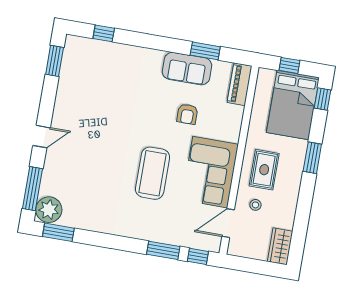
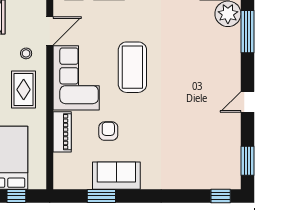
window: (104, 33) -> (221, 196), moved
piano: (240, 84) -> (62, 132), moved
door: (41, 137) -> (248, 102), moved

